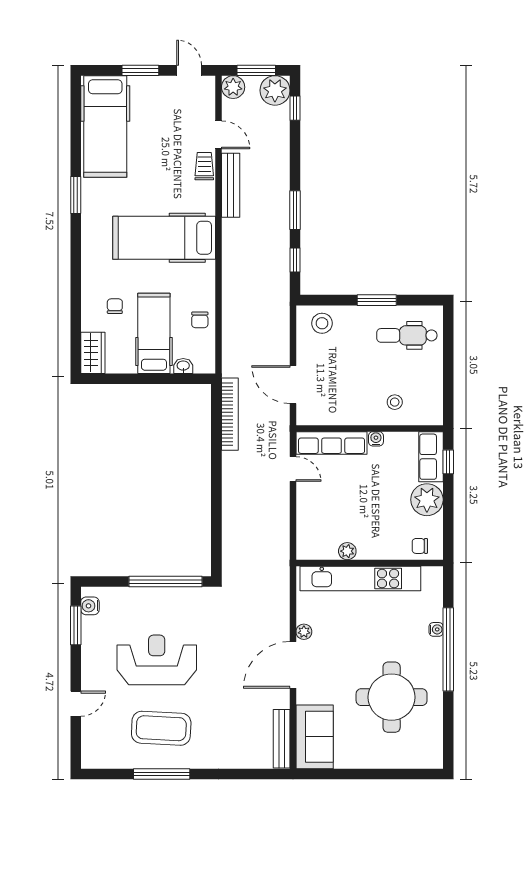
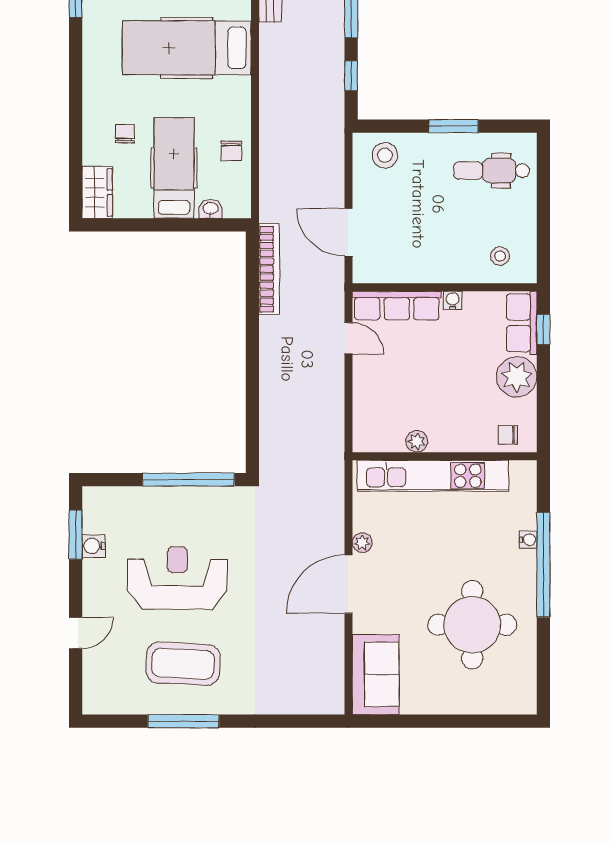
stool: (395, 402) -> (500, 256), moved
water cooler: (90, 606) -> (94, 546), moved
bench: (282, 739) -> (334, 677), removed

